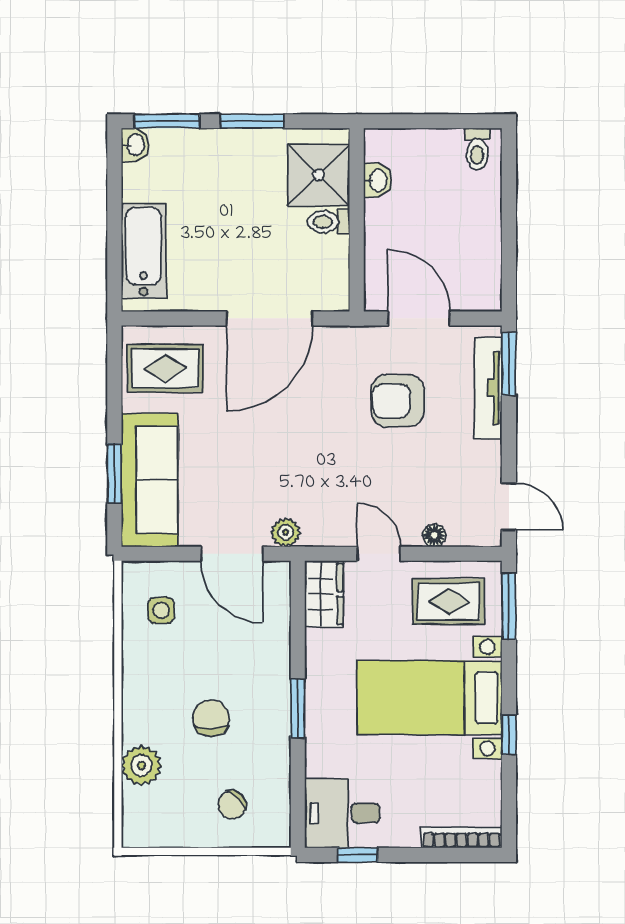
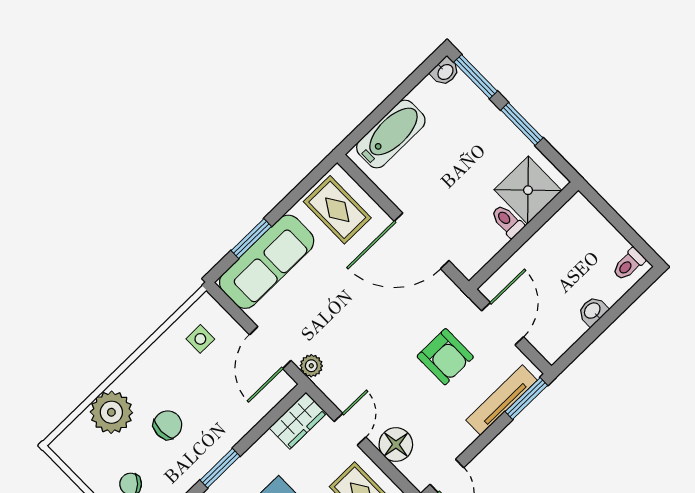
washbasin: (377, 180) -> (593, 311), moved, turned 180
armchair: (398, 401) -> (445, 357), turned 180
floor lamp: (434, 535) -> (396, 445), width x1.89, depth x1.89
plant: (141, 765) -> (111, 412), width x1.36, depth x1.36

